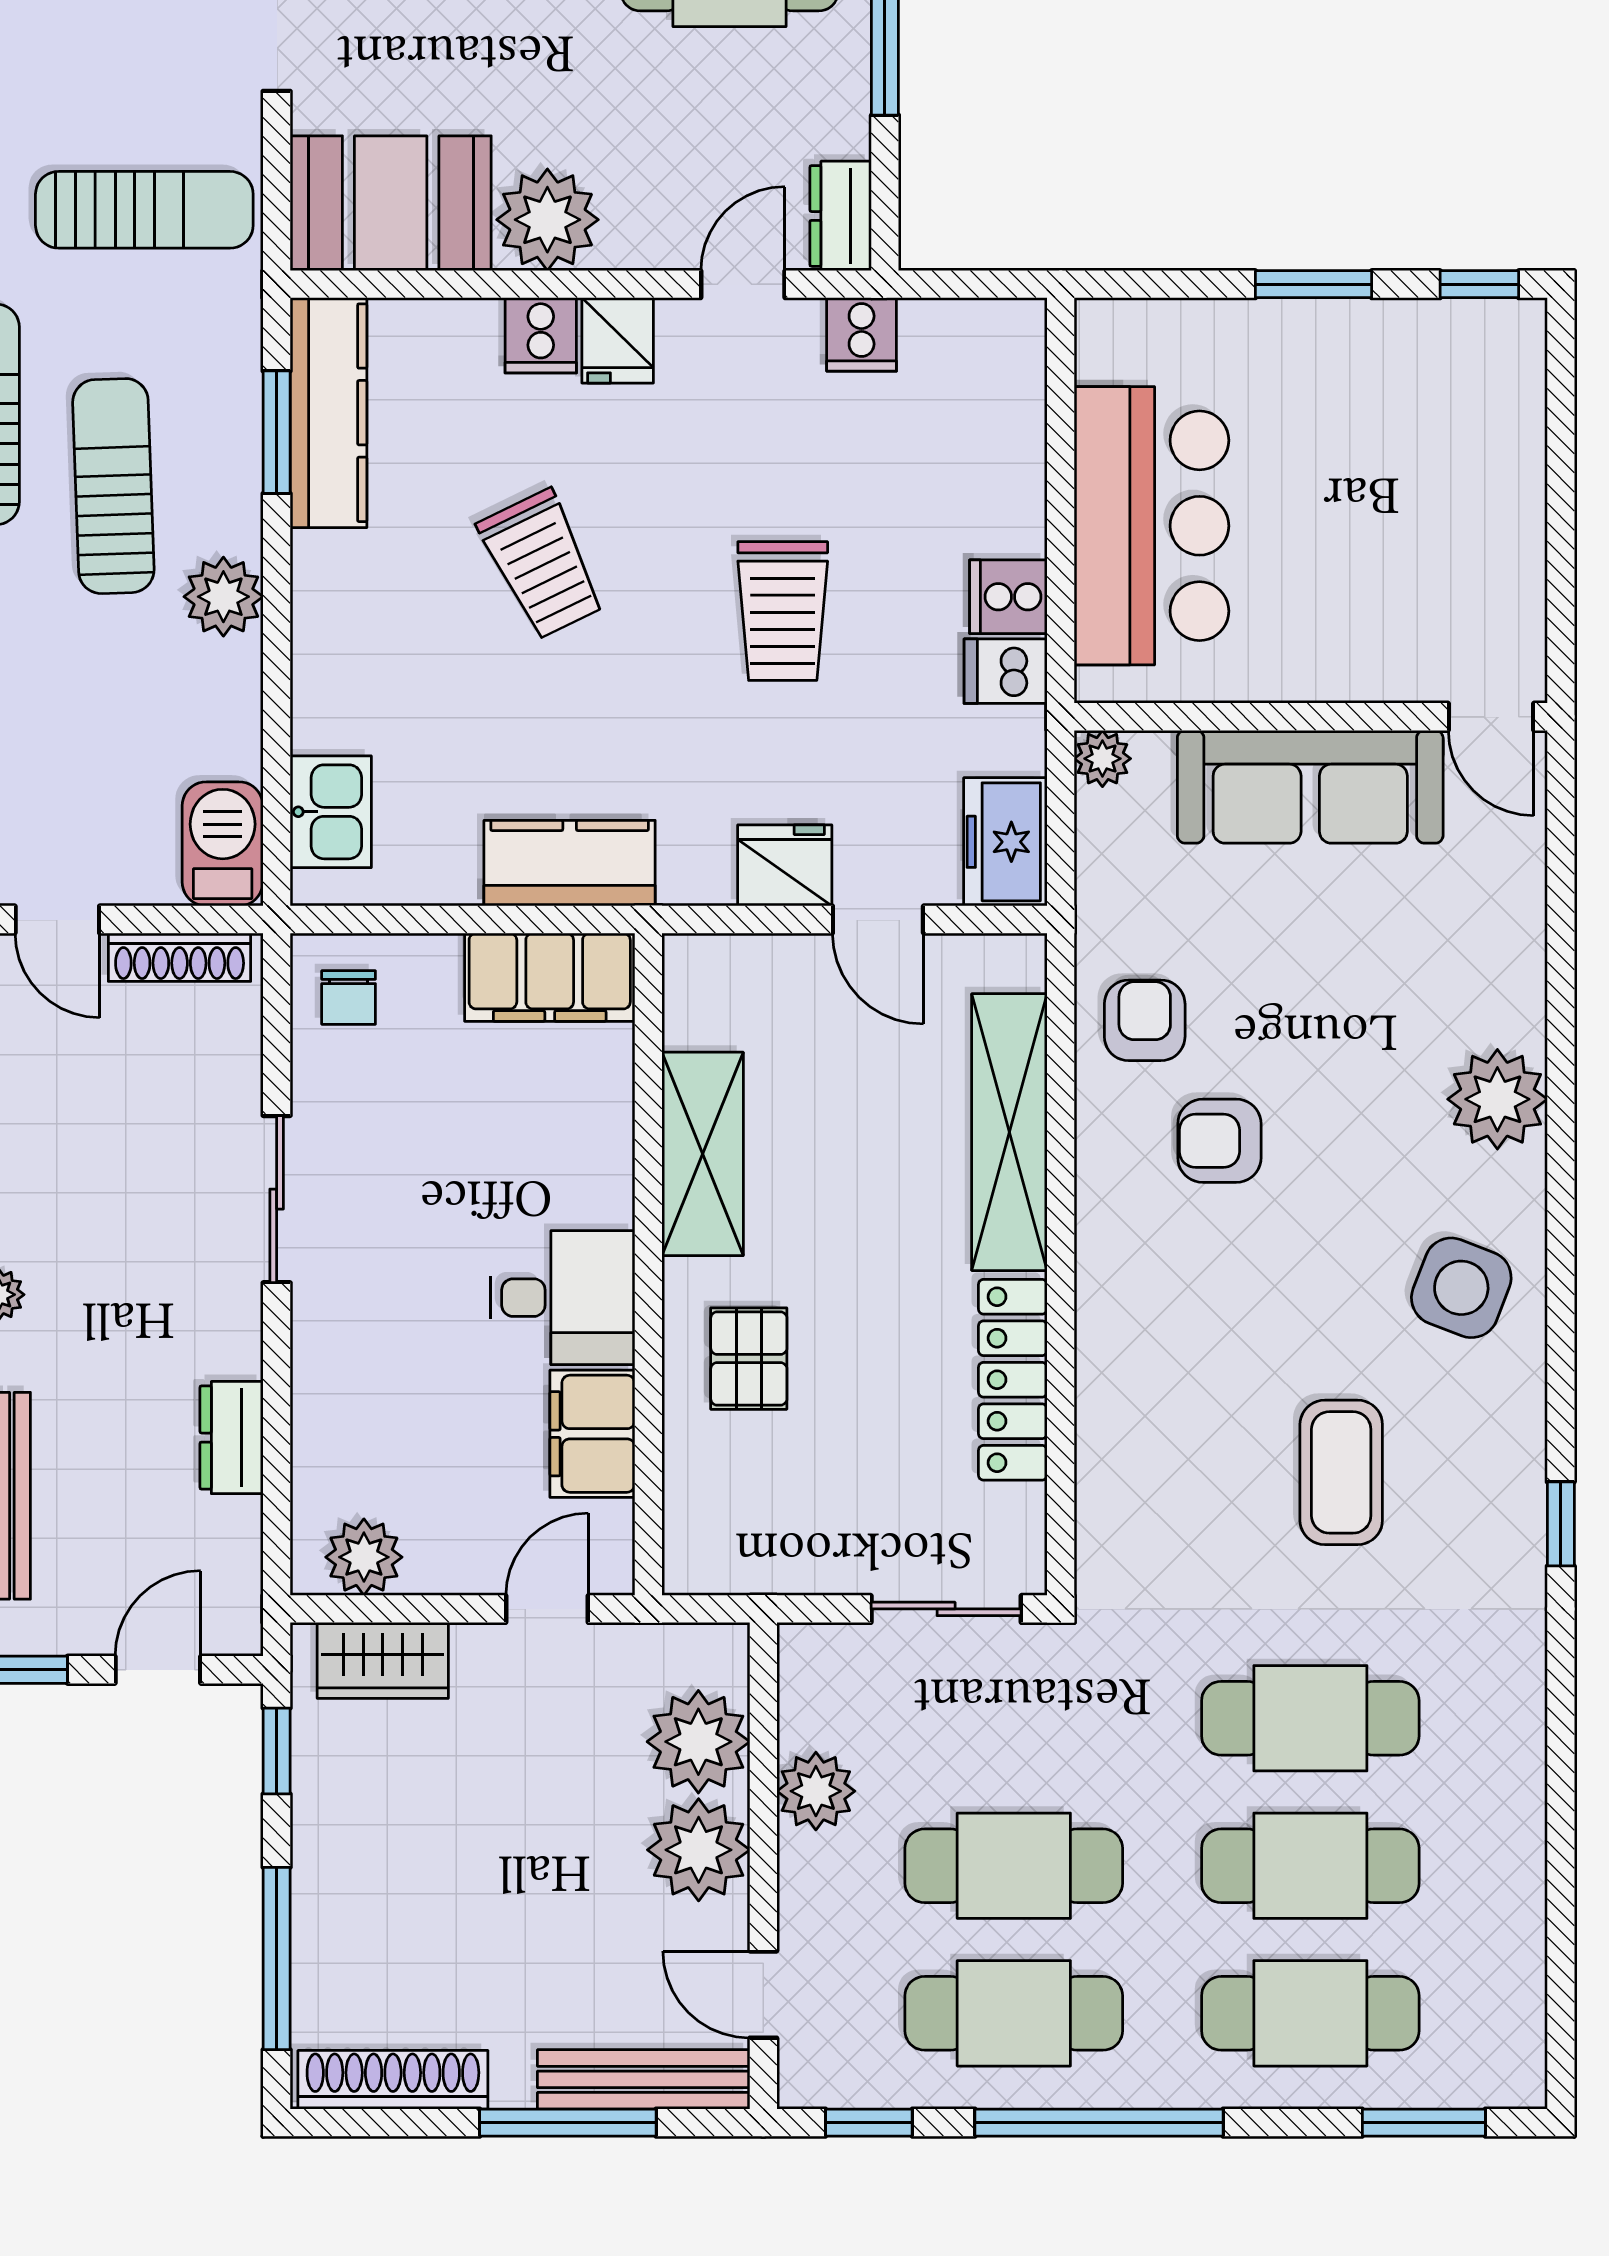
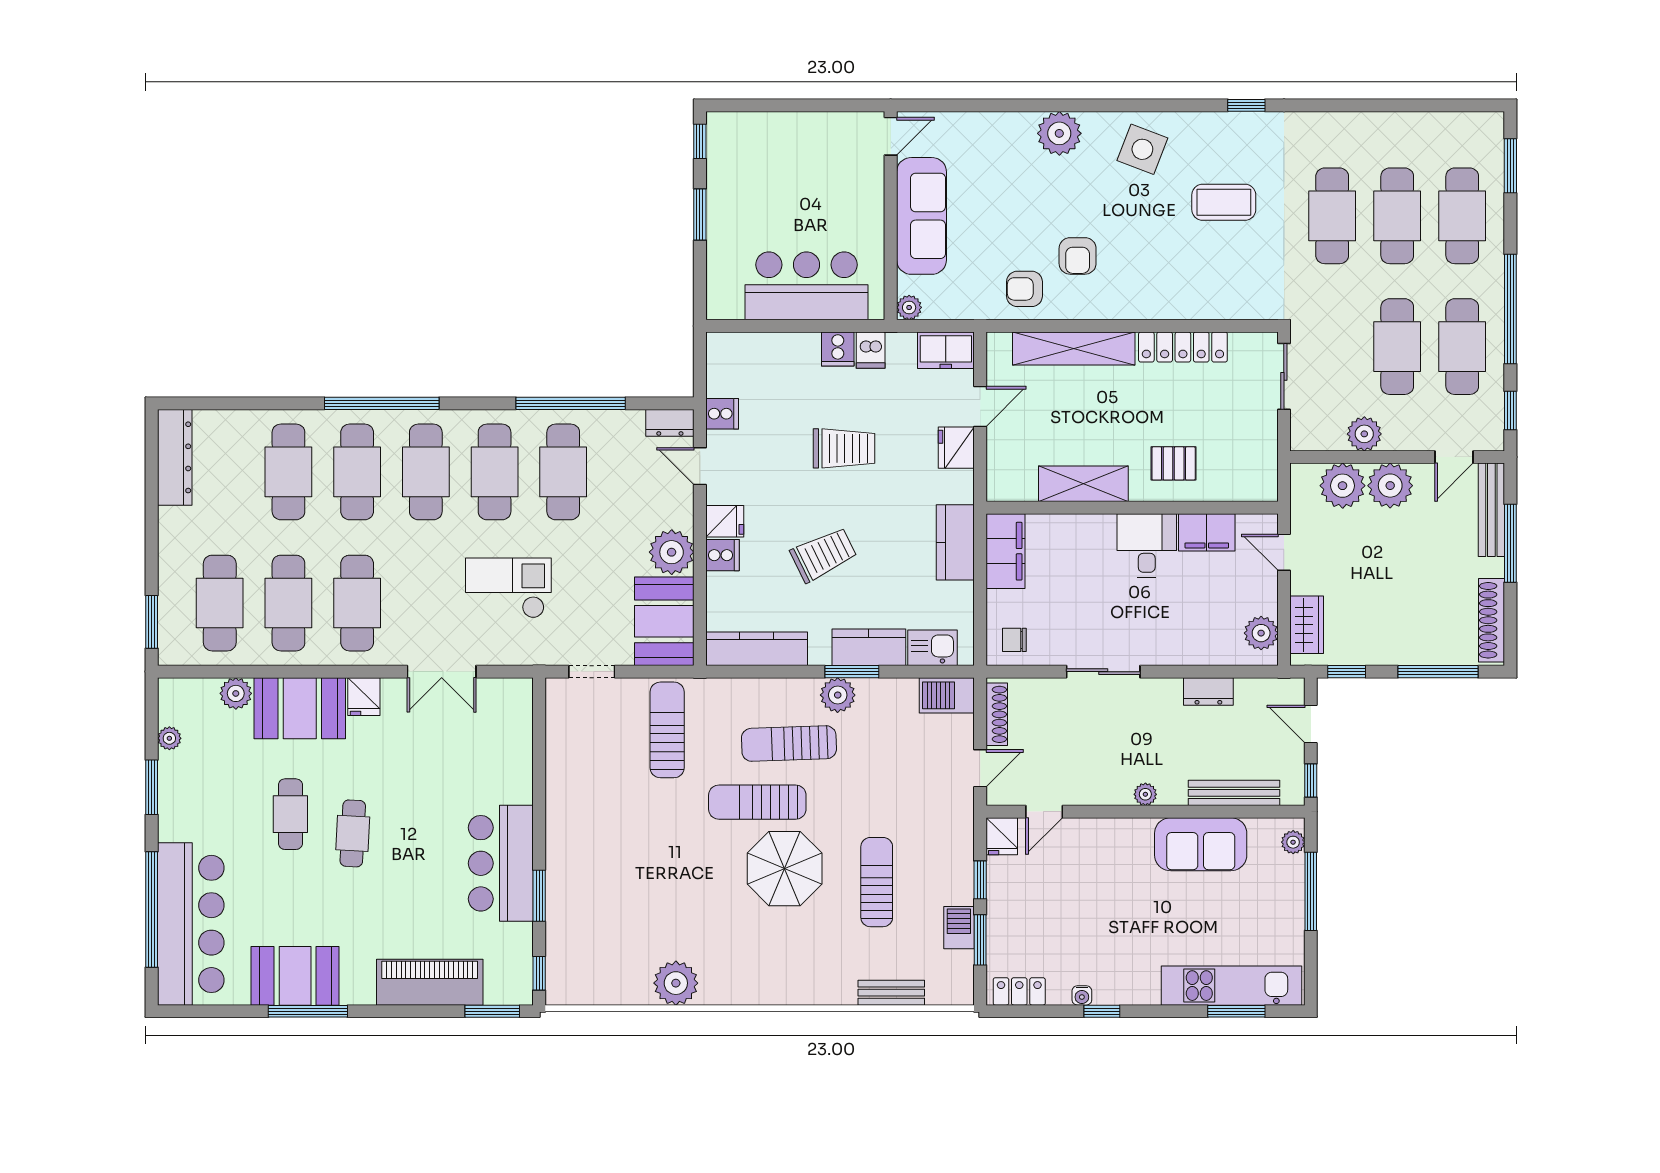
window: (277, 432) -> (852, 672), moved
kitchen counter: (332, 667) -> (869, 647), added
chair: (349, 998) -> (1014, 640), turned 180

